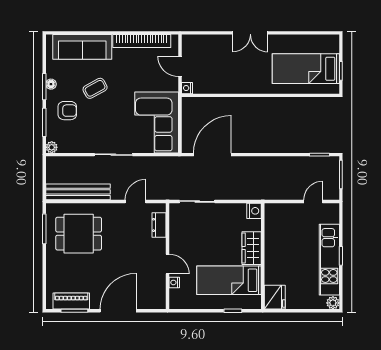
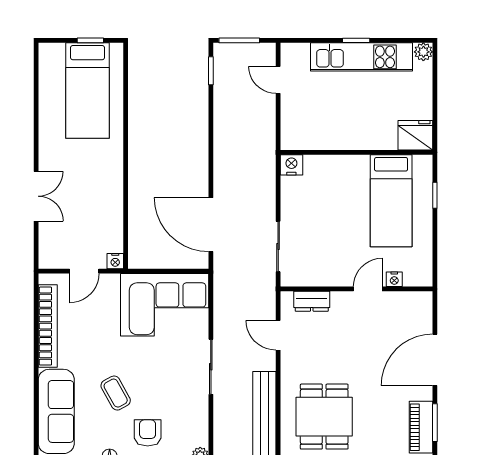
double door: (250, 33) -> (36, 196), moved
wardrobe: (252, 248) -> (345, 168), removed
door: (118, 311) -> (435, 360), hinge flipped

